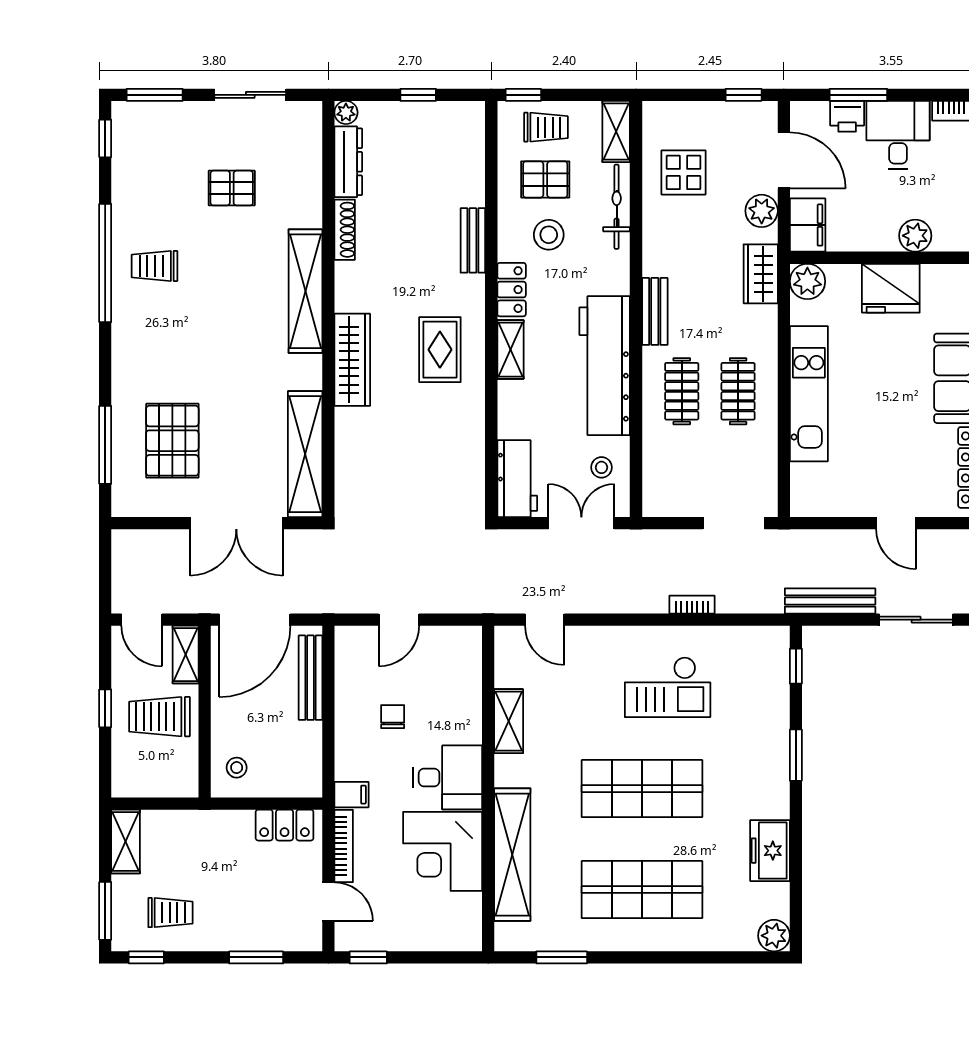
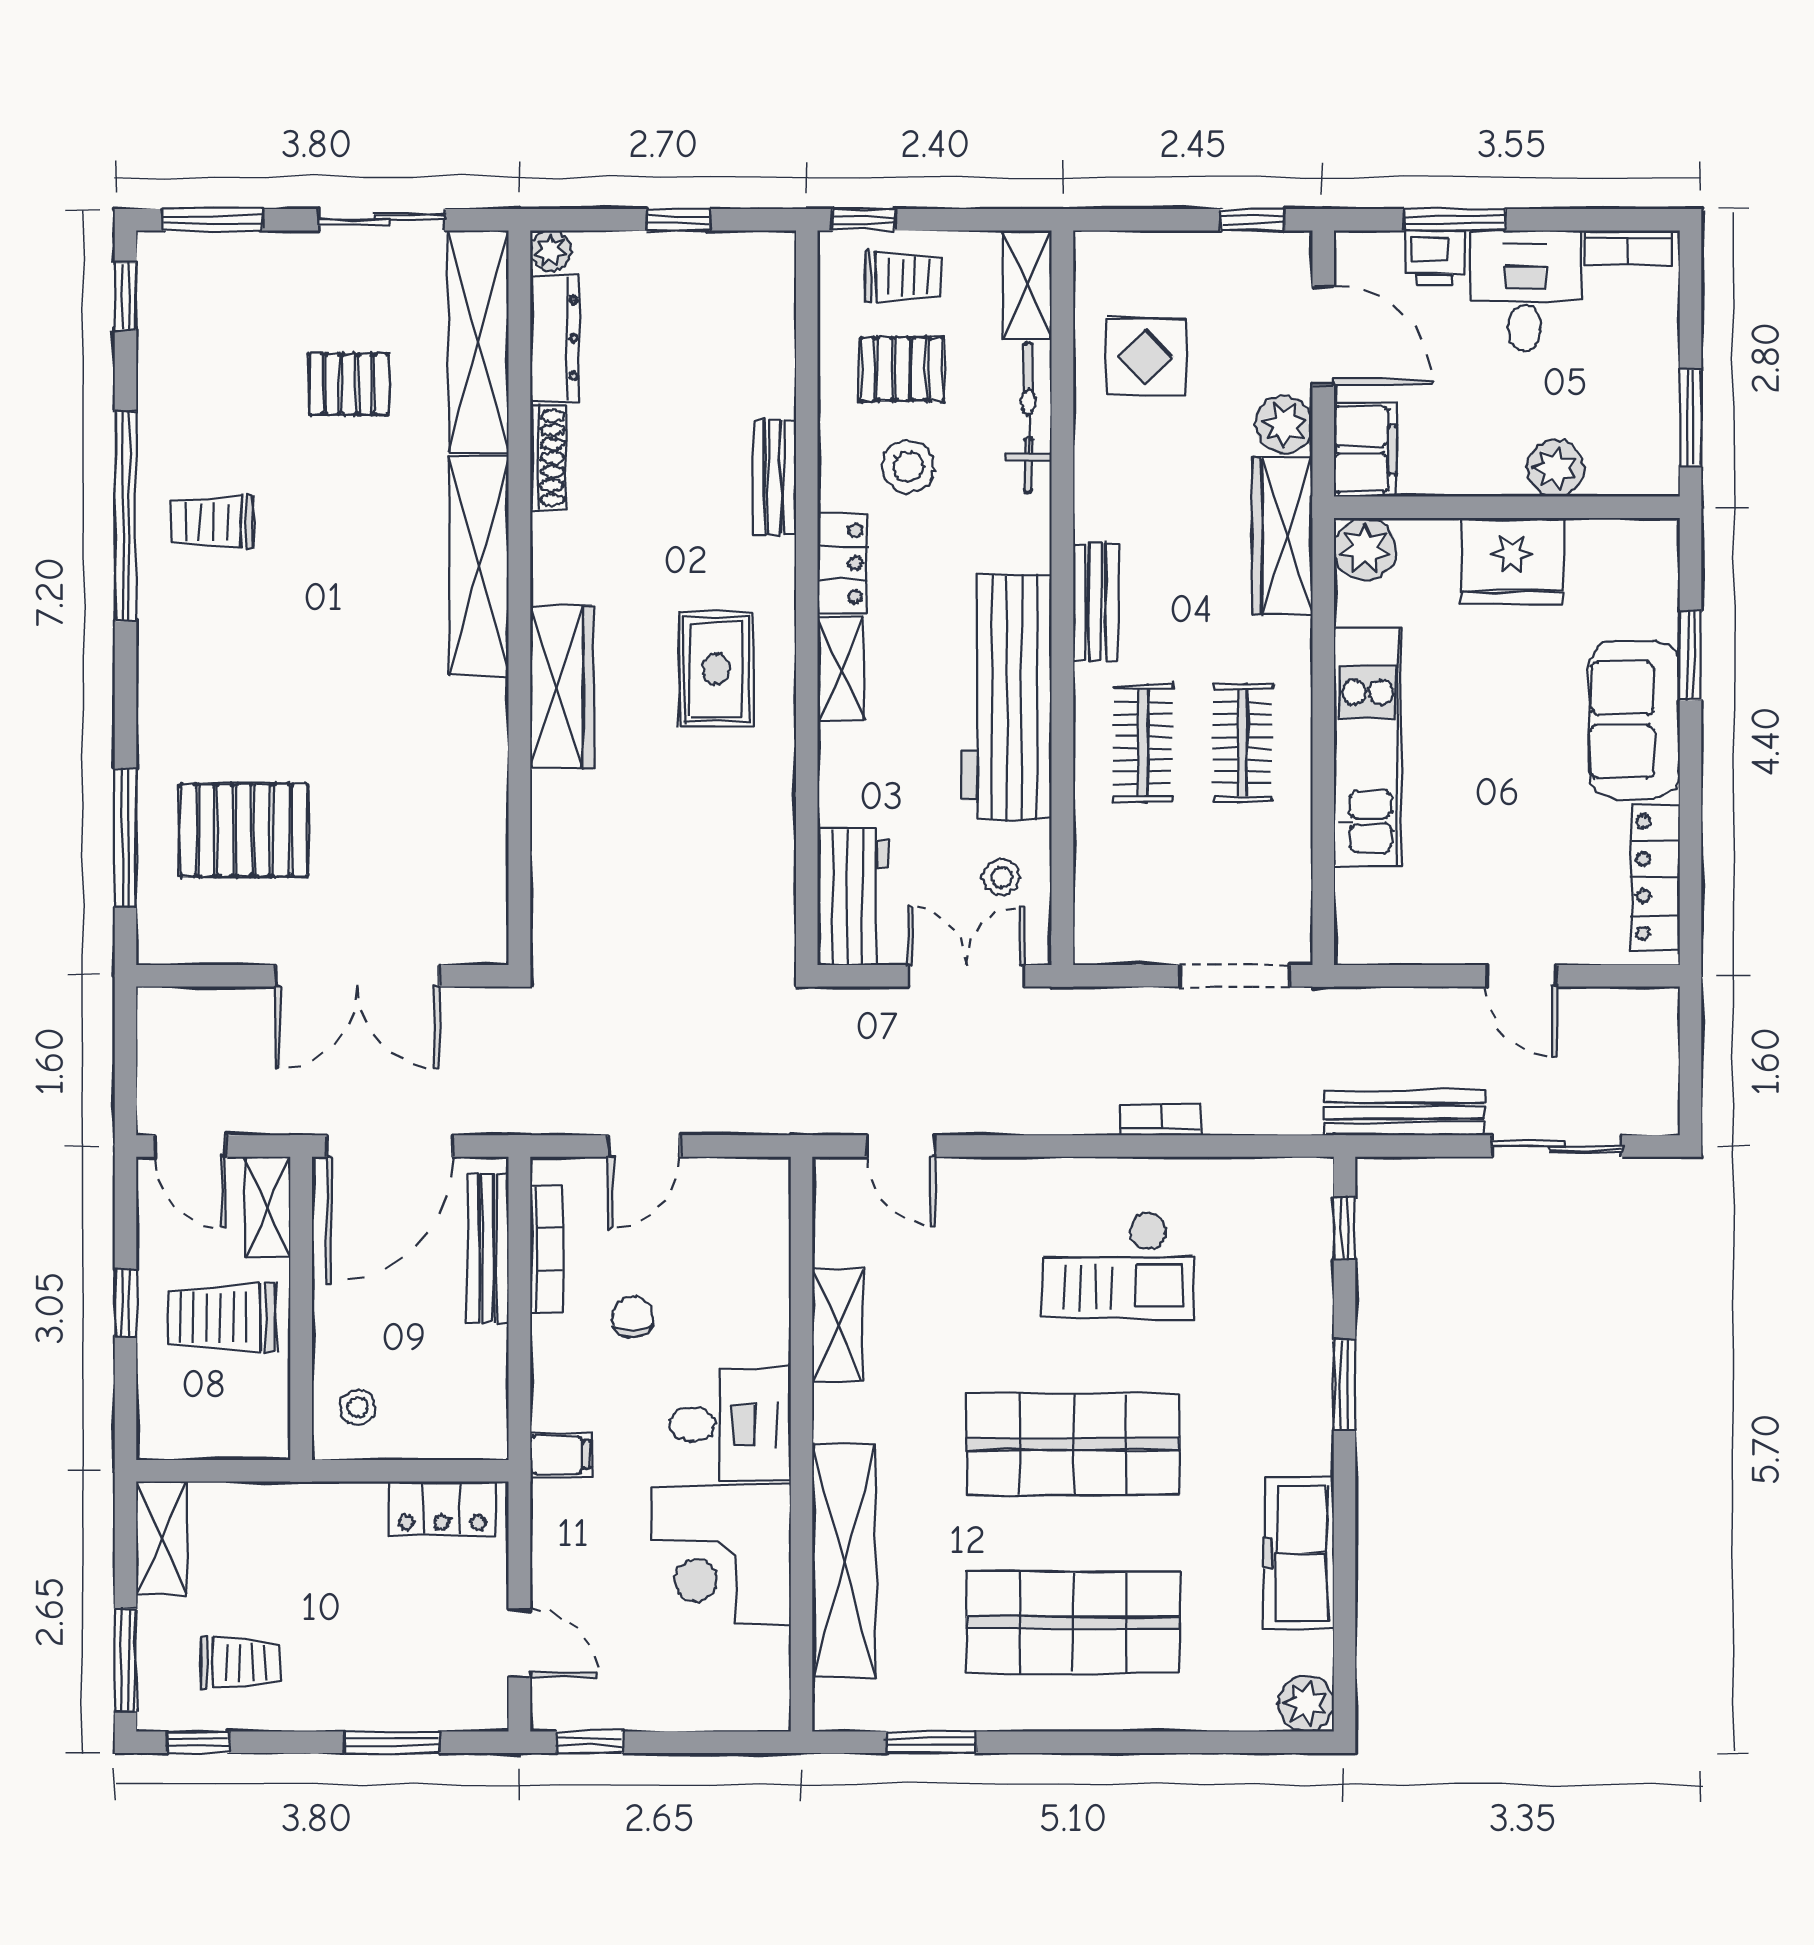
wardrobe: (761, 274) -> (1282, 536), width x1.50
pallet: (172, 441) -> (244, 830), turned 90
shelving: (305, 454) -> (478, 342), moved
bookcase: (344, 846) -> (546, 1249), moved
freezer: (770, 851) -> (1299, 1554), width x1.40

